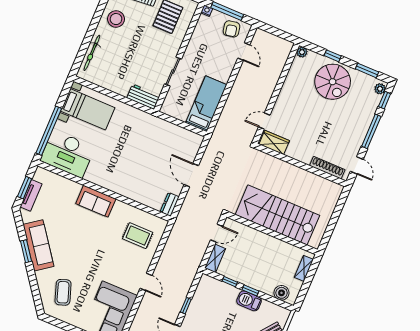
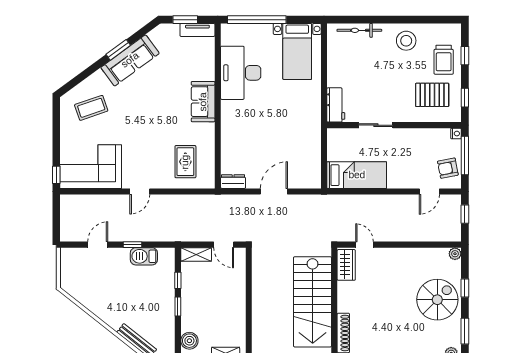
window: (274, 31) -> (465, 214), added
spiral stairs: (333, 82) -> (437, 300), turned 180
desk: (68, 154) -> (241, 73), moved
tv unit: (31, 195) -> (197, 30), moved
stairs: (277, 215) -> (313, 302), moved, turned 180
barbecue: (249, 301) -> (144, 256), moved, turned -90

